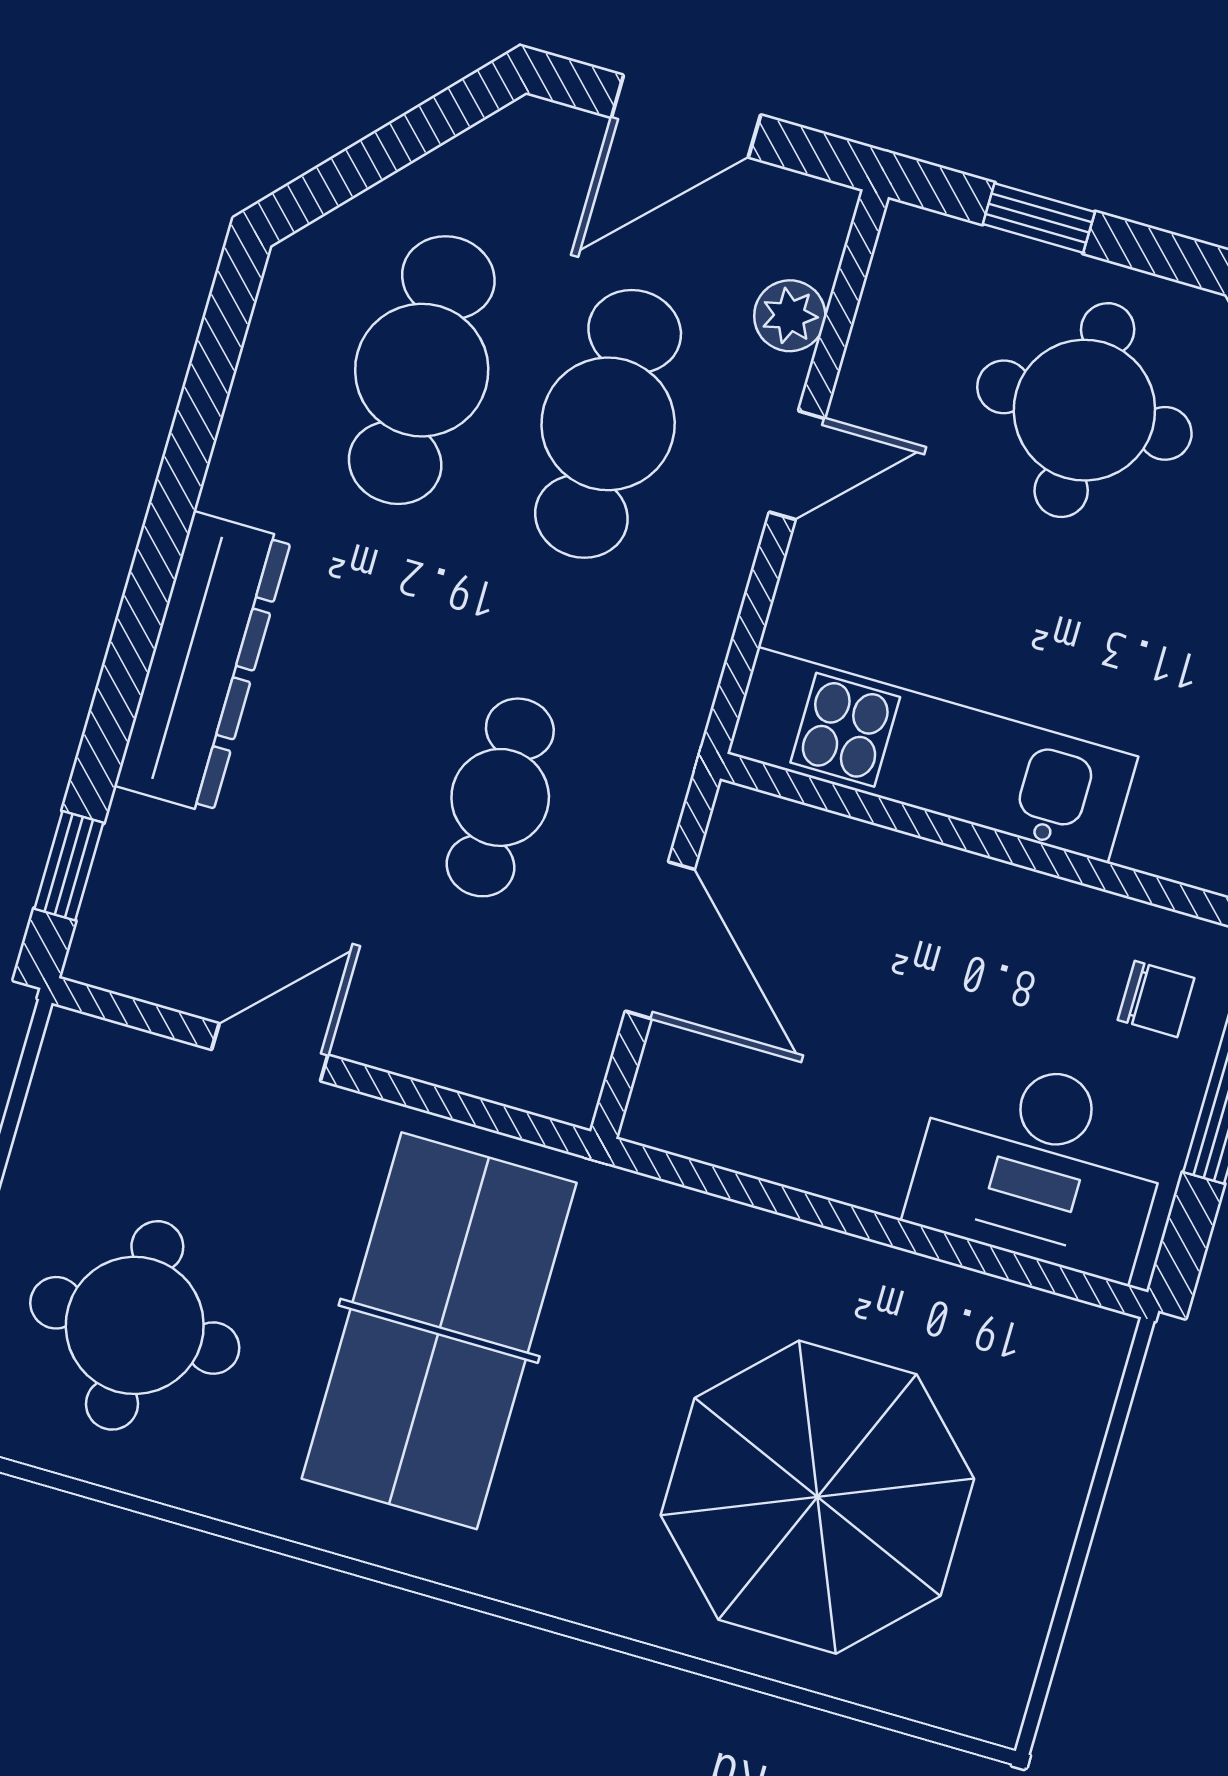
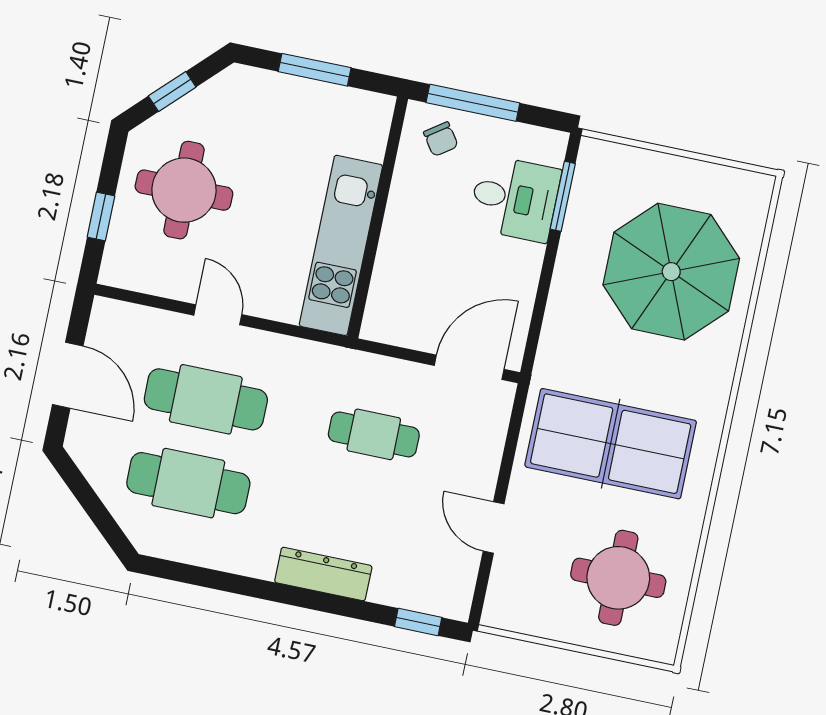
plant: (790, 316) -> (152, 323), removed
dresser: (203, 662) -> (323, 574), width x0.73, depth x0.80
door: (660, 940) -> (469, 367), moved
chair: (1156, 999) -> (441, 139), turned 145
desk: (1040, 1165) -> (515, 199), width x0.73
window: (1006, 1265) -> (563, 196), added

